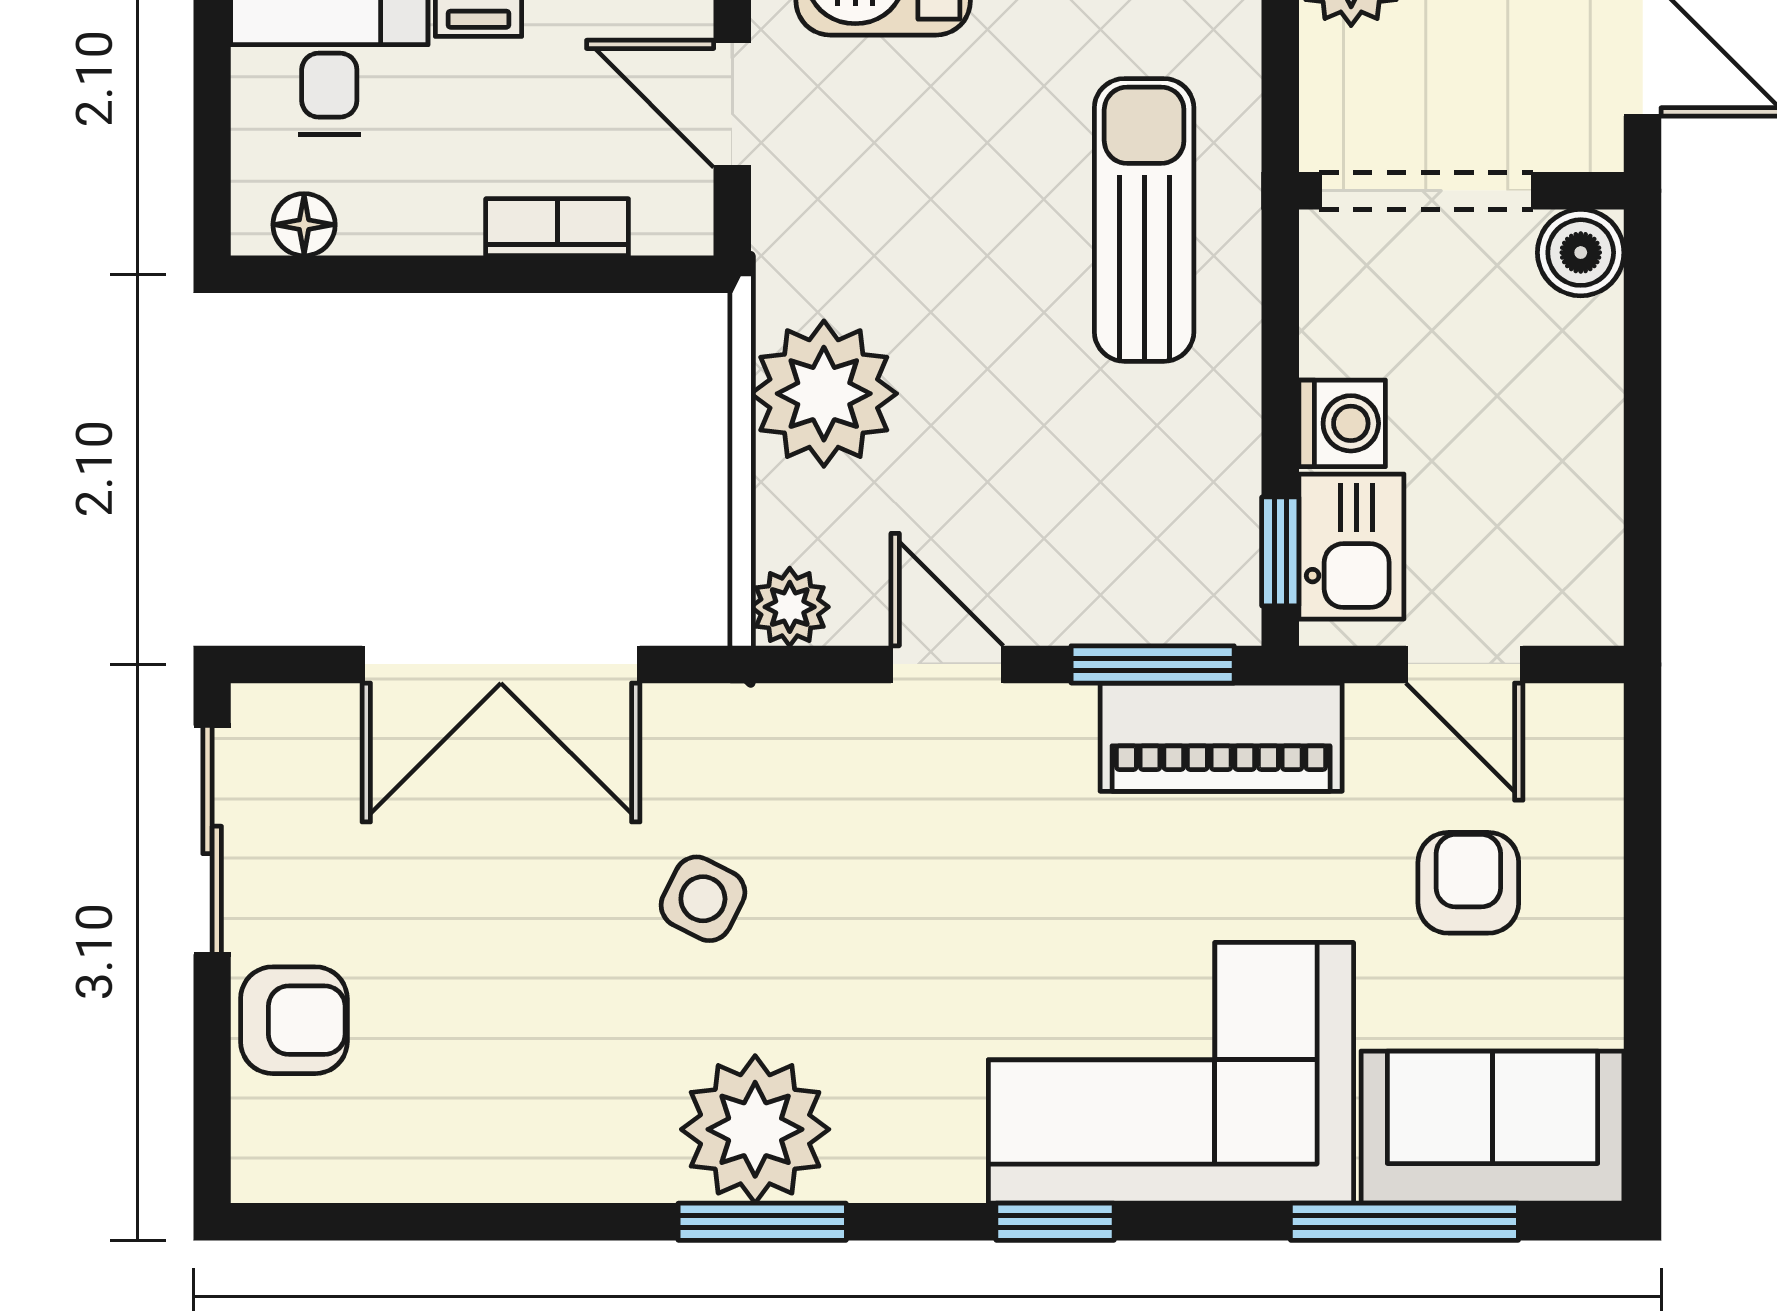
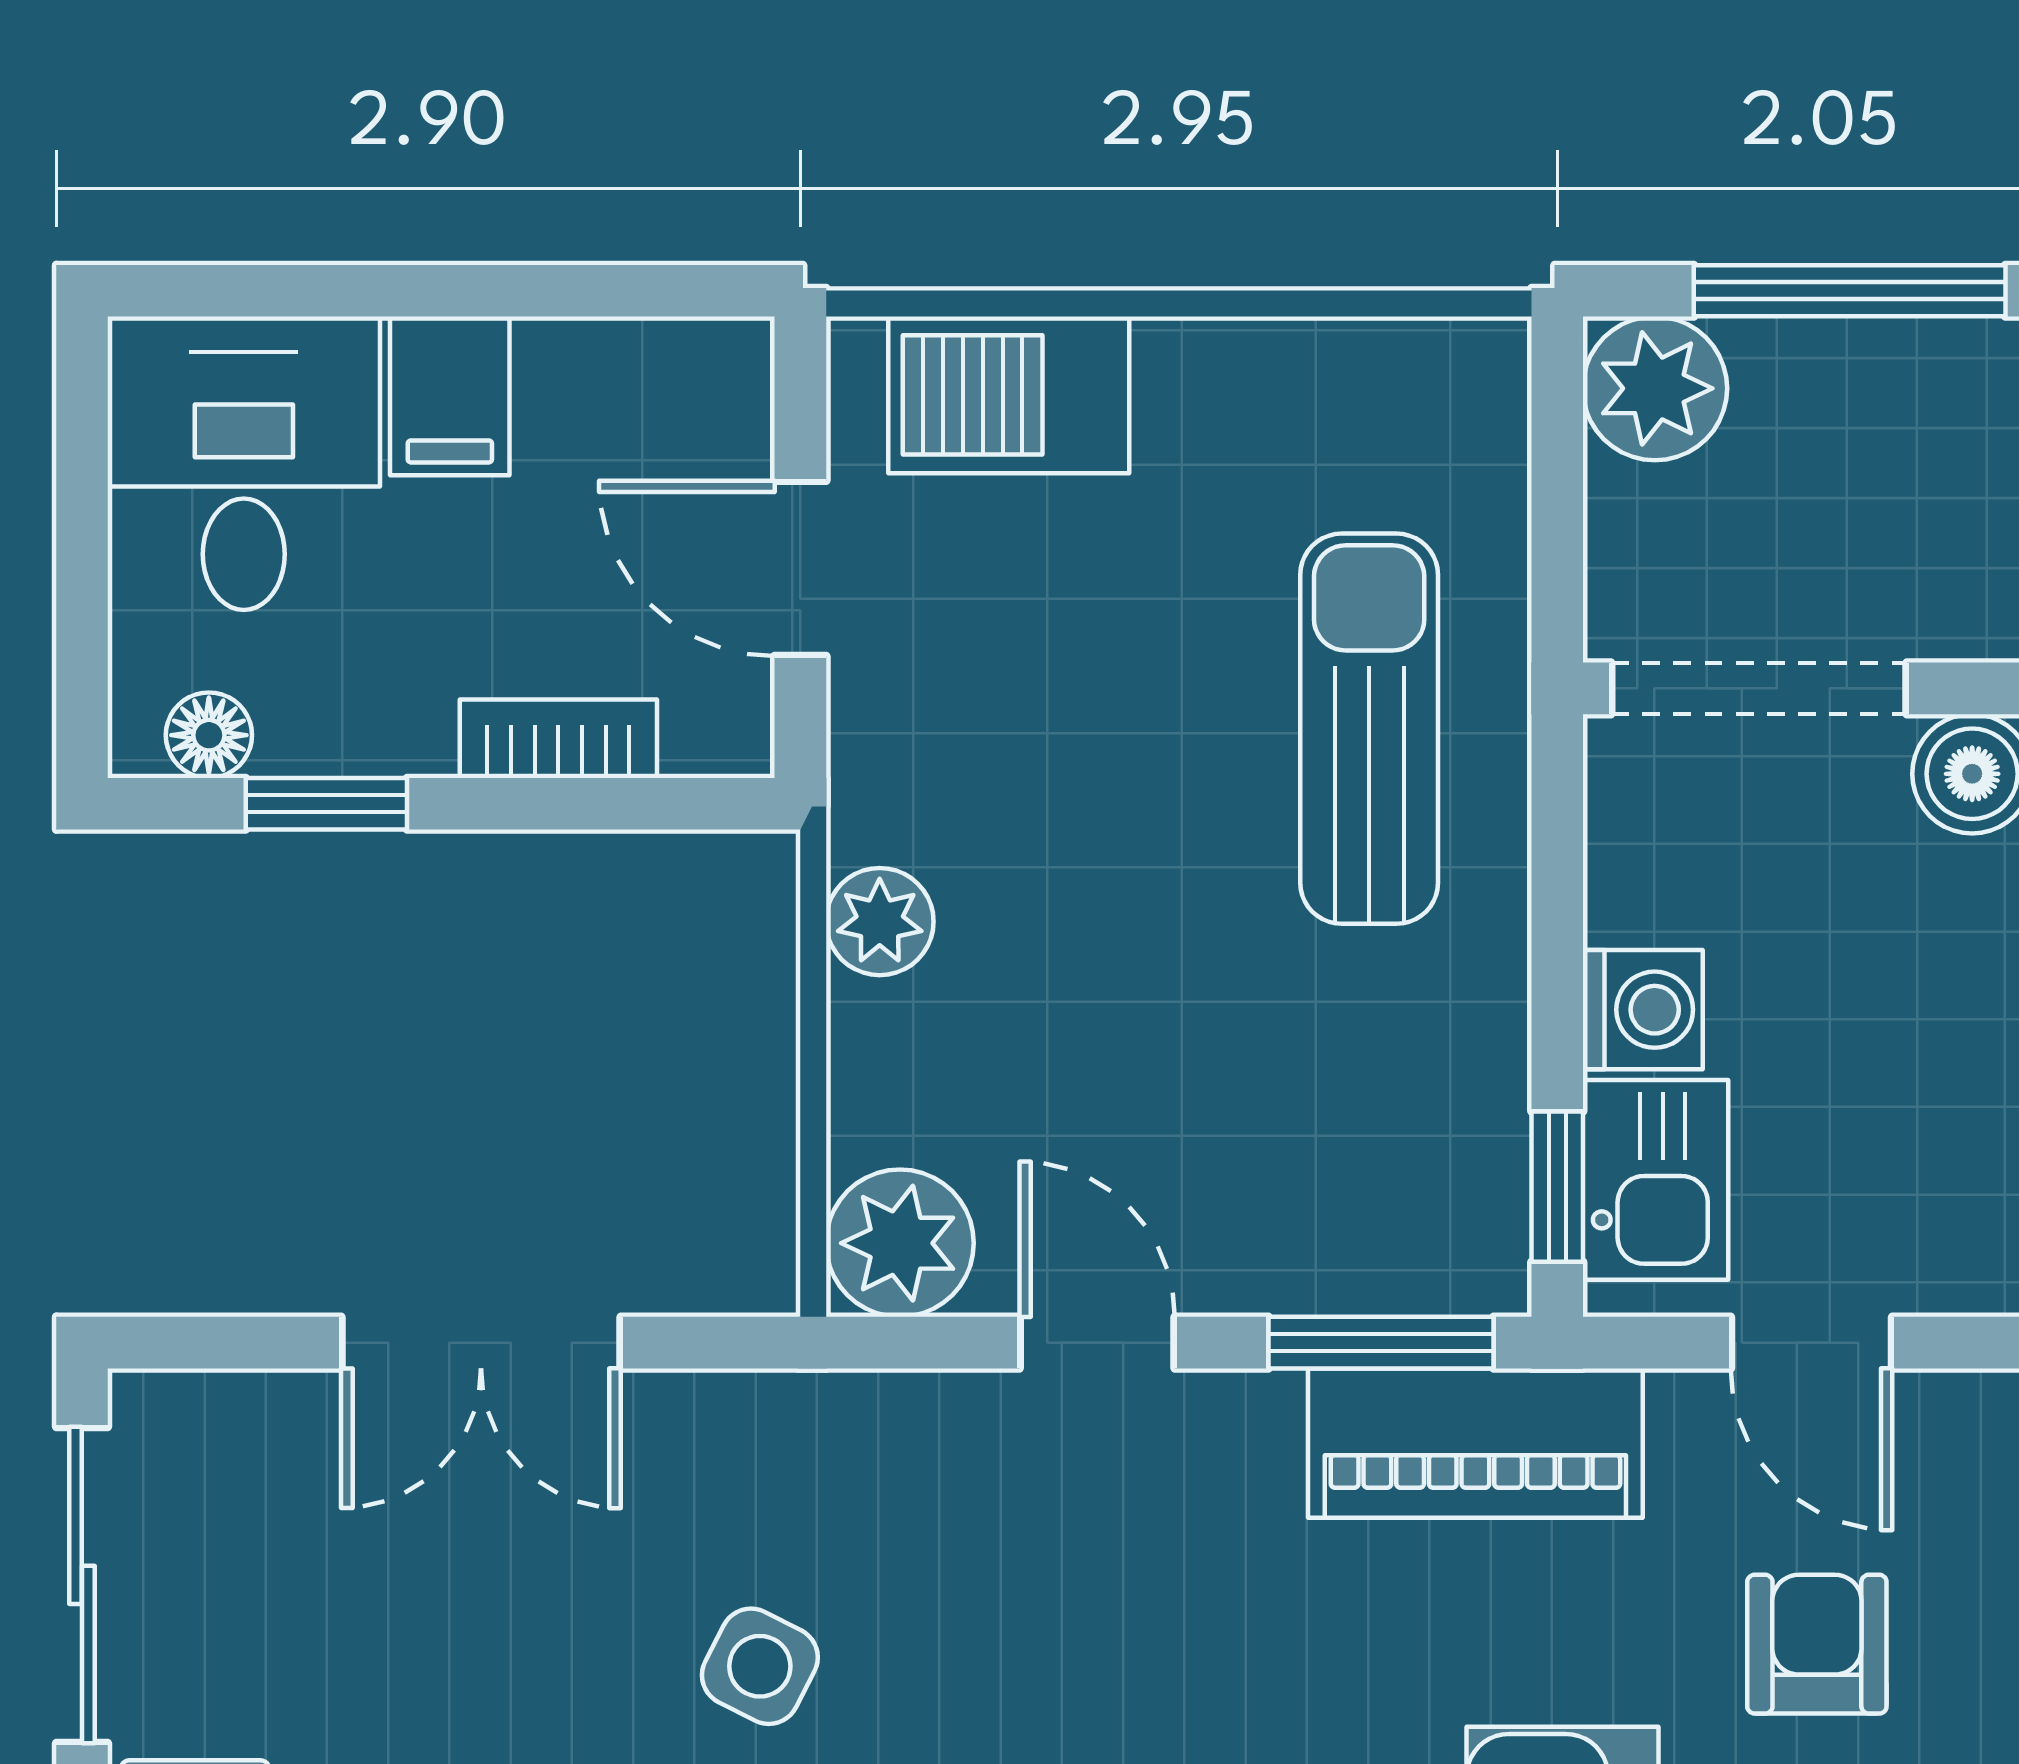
window: (389, 274) -> (326, 804), added
plant: (824, 394) -> (880, 922), width x0.53, depth x0.53
plant: (790, 607) -> (900, 1243), width x1.38, depth x1.38
double door: (501, 664) -> (481, 1343), width x0.73

